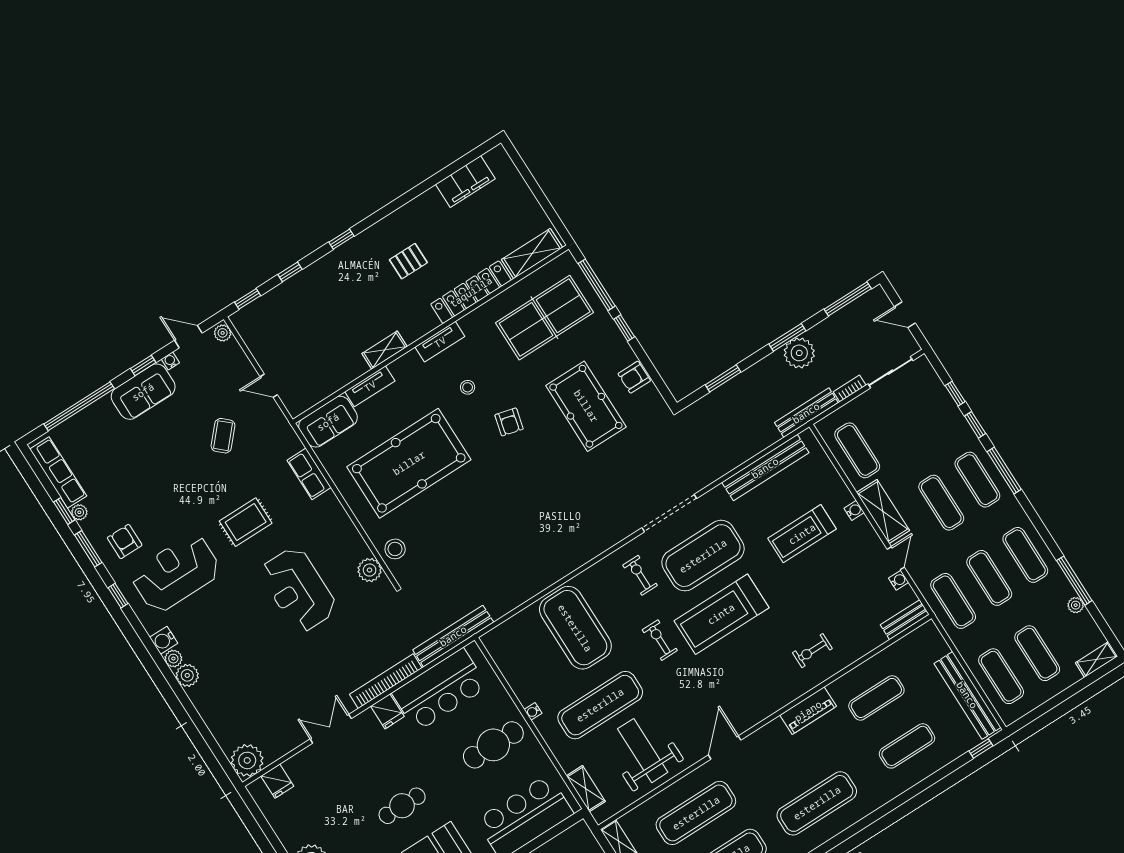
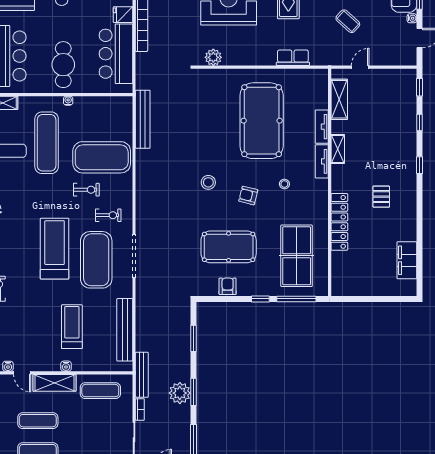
shelving: (532, 254) -> (339, 99), moved
plant: (223, 333) -> (409, 60), removed
tv unit: (440, 342) -> (322, 161), moved
sofa: (328, 422) -> (317, 89), removed
stool: (395, 549) -> (208, 182), moved
bench: (453, 636) -> (143, 119), moved
exercise bike: (660, 640) -> (86, 190), moved

